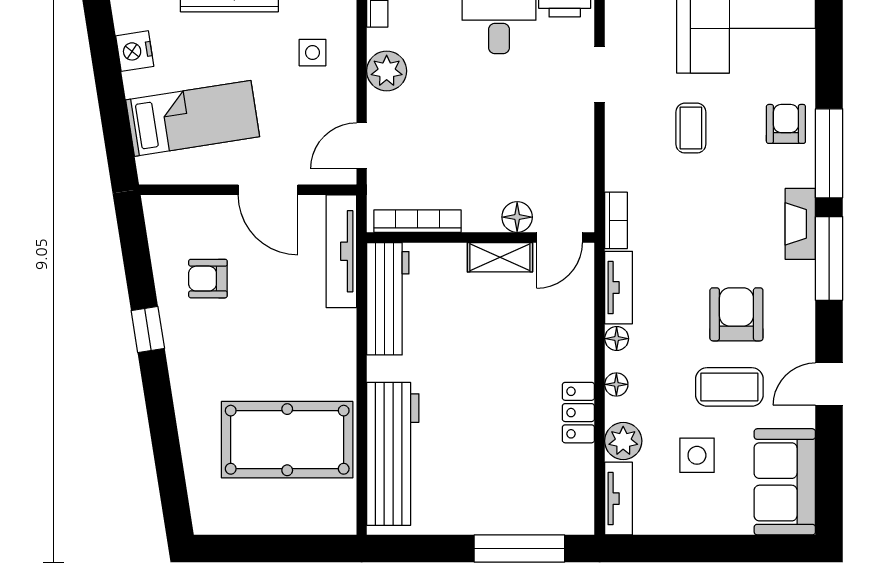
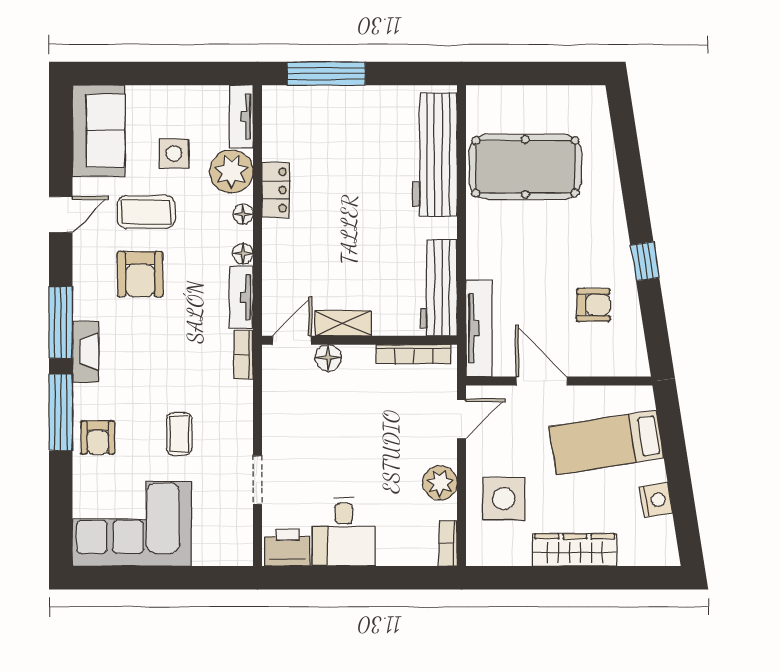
side table: (313, 53) -> (504, 499), width x1.87, depth x1.87
plant: (623, 441) -> (231, 171), width x1.36, depth x1.36

